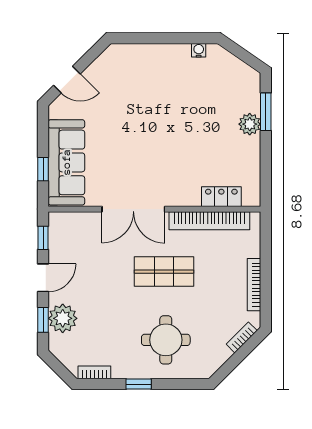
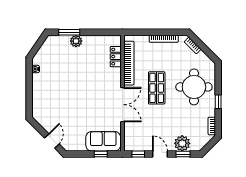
sofa: (66, 162) -> (103, 141), width x0.73
round table: (166, 340) -> (194, 87), width x1.36, depth x1.36

